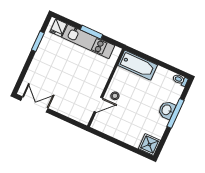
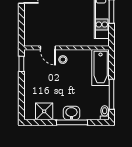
window: (166, 66) -> (112, 94), added
window: (102, 135) -> (21, 64), added
shower: (149, 144) -> (44, 111), moved

